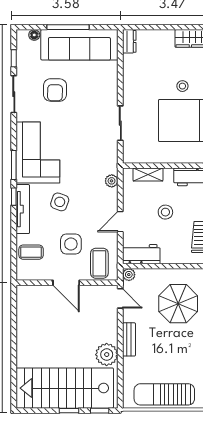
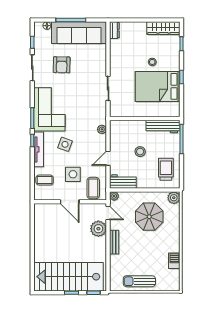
shelving: (148, 175) -> (128, 125), removed
plant: (107, 355) -> (98, 229), moved
sun lounger: (164, 394) -> (139, 281), width x0.73, depth x0.75

